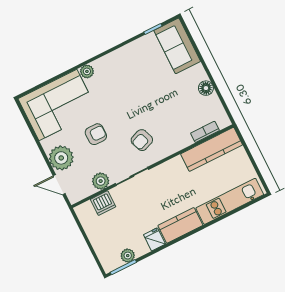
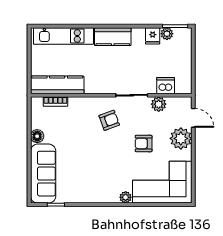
sofa: (177, 46) -> (43, 174), width x1.36
fridge: (154, 239) -> (153, 36), moved

